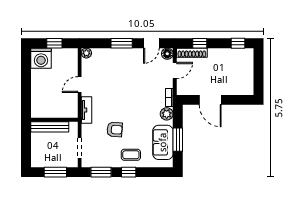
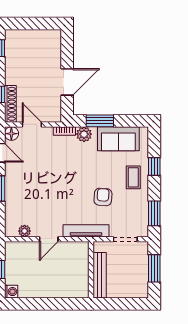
plant: (86, 53) -> (25, 231), moved
washing machine: (41, 58) -> (11, 292), width x0.53, depth x0.53
door: (80, 85) -> (49, 239), hinge flipped
tv unit: (87, 110) -> (86, 231), width x1.41
window: (178, 140) -> (100, 121), moved
window: (129, 172) -> (154, 166), moved

